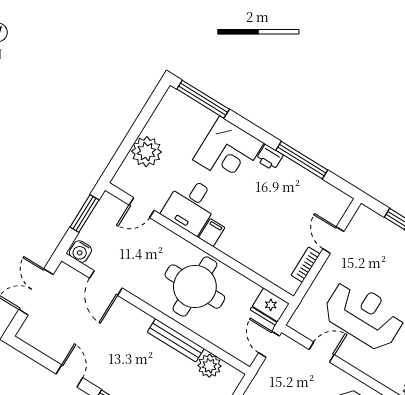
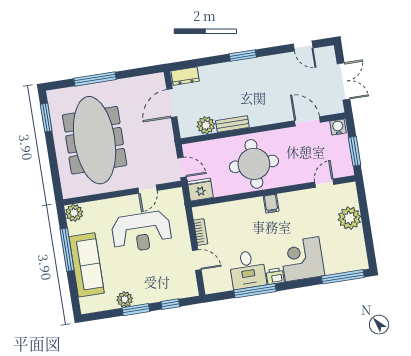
desk: (191, 205) -> (248, 270), moved, turned 180
bench: (176, 340) -> (232, 124), width x0.73
door: (69, 376) -> (303, 46), moved

